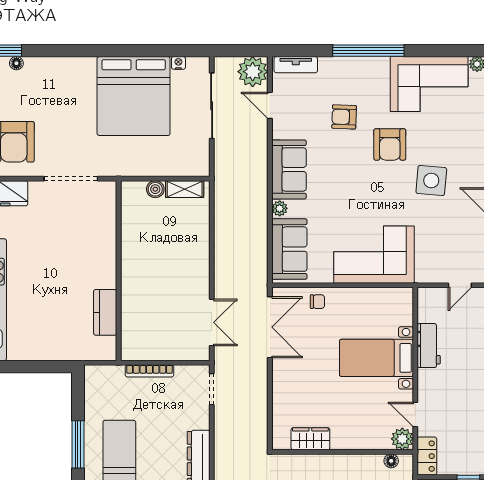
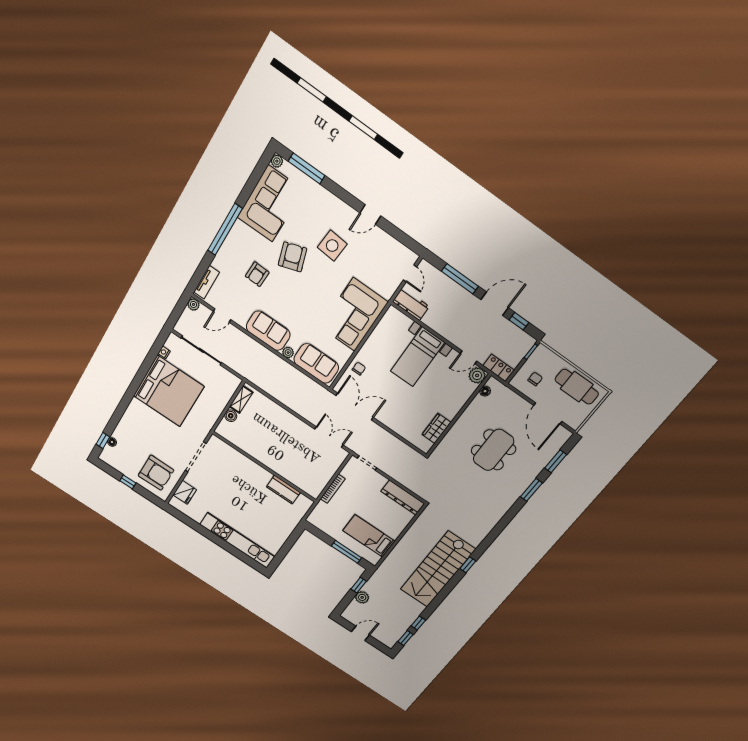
plant: (253, 72) -> (193, 304), width x0.53, depth x0.53
armchair: (390, 144) -> (292, 257), turned -108
workbench: (429, 346) -> (411, 304), moved

